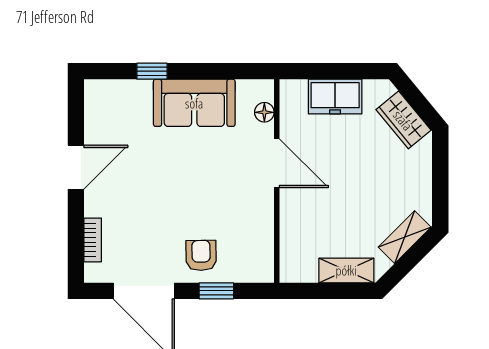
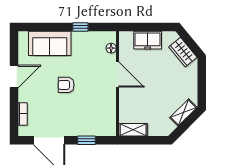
window: (152, 71) -> (80, 27), moved
sofa: (194, 103) -> (50, 43), moved
armchair: (201, 255) -> (66, 85), moved, turned -89
shelving: (346, 270) -> (133, 130), moved

